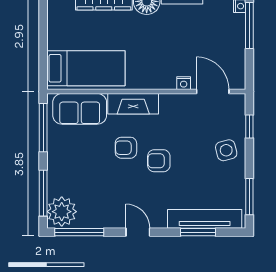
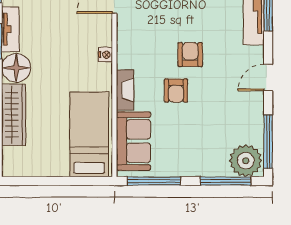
nightstand: (184, 83) -> (105, 55), moved
fireplace: (133, 104) -> (125, 90), width x0.73, depth x0.76
armchair: (159, 161) -> (190, 55), turned 180

